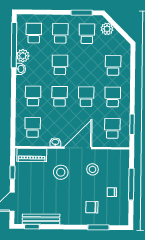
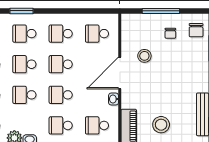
school desk: (87, 65) -> (24, 64), added
window: (132, 124) -> (21, 11), moved
door: (78, 148) -> (120, 73), hinge flipped
stool: (61, 172) -> (161, 125), moved
chair: (92, 207) -> (196, 30), moved

